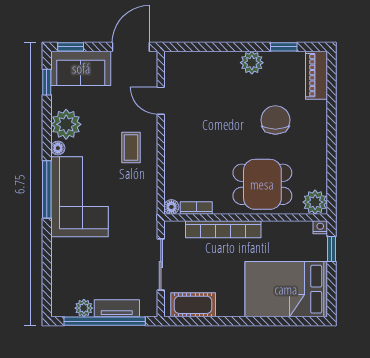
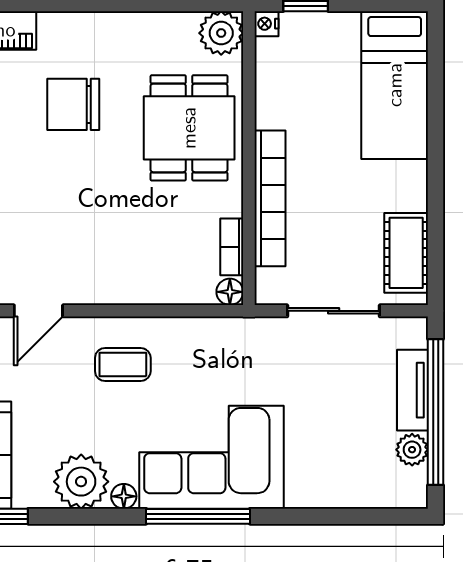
bed: (286, 289) -> (395, 85), width x0.67

